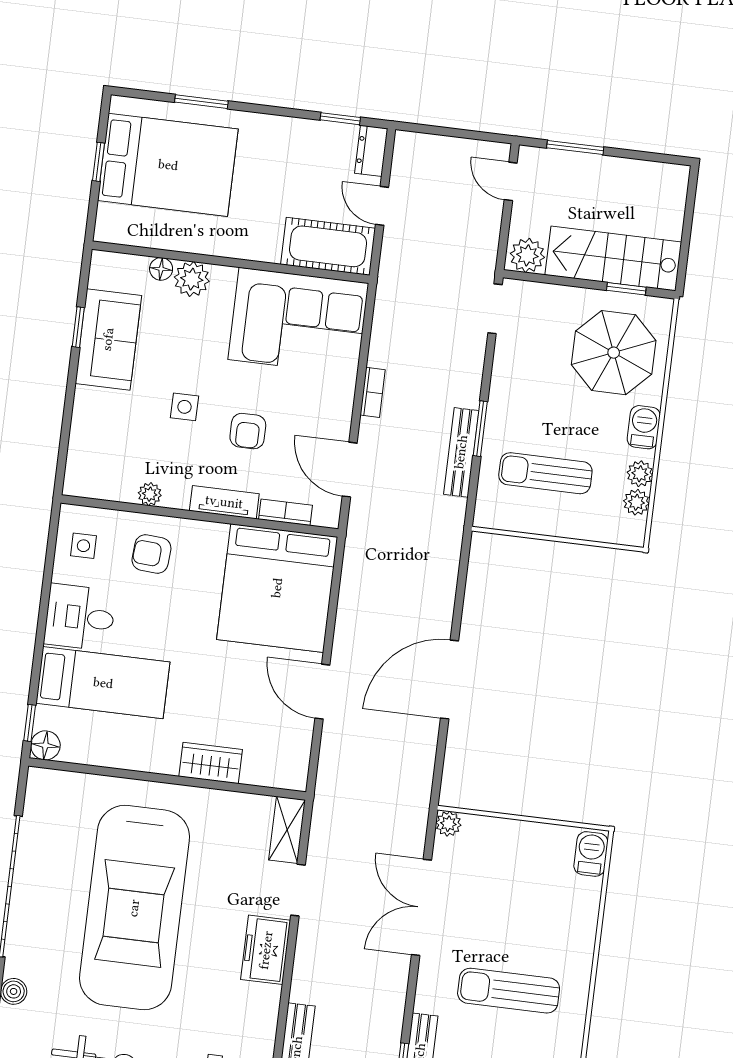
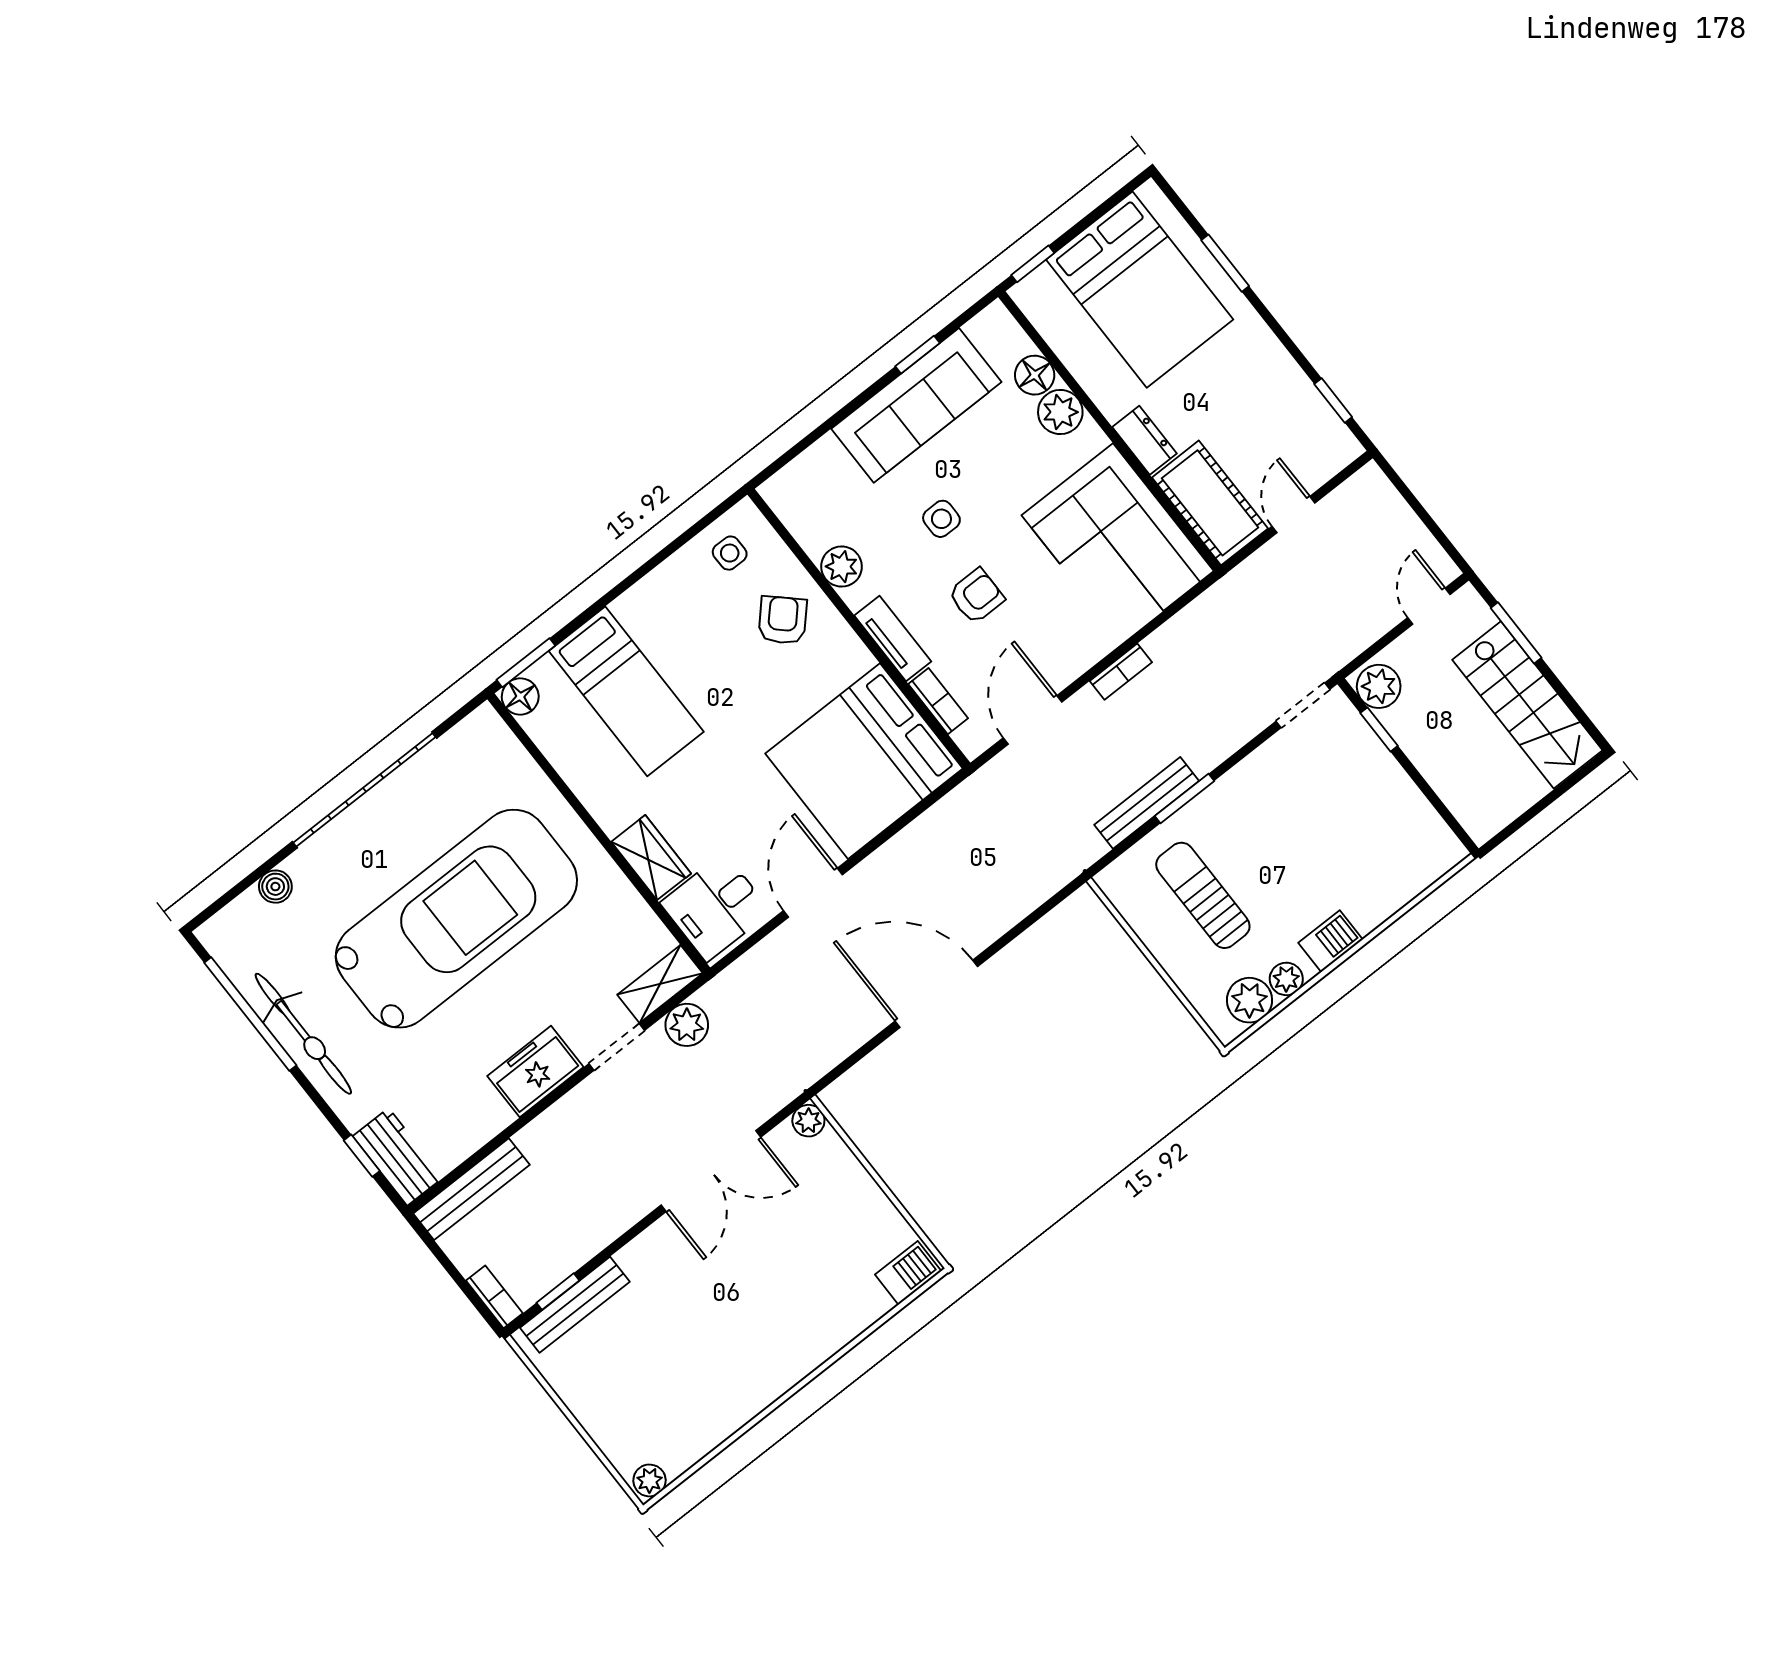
dresser: (371, 151) -> (1145, 440), moved, turned 90
window: (99, 162) -> (1033, 264), moved
stairs: (613, 258) -> (1527, 705), moved, turned 180
floor lamp: (161, 269) -> (1035, 375), width x1.37, depth x1.37
window: (626, 289) -> (1379, 729), moved
sofa: (108, 339) -> (916, 405), width x1.36
parasol: (614, 353) -> (1370, 848), removed
armchair: (248, 431) -> (976, 596), turned 180
plant: (150, 494) -> (842, 567), width x1.38, depth x1.38
plant: (636, 502) -> (1249, 1000), width x1.38, depth x1.38
armchair: (151, 554) -> (783, 620), turned 39
desk: (80, 617) -> (716, 907), moved, turned -90
window: (30, 723) -> (526, 663), width x1.50
plant: (325, 838) -> (687, 1025), added
double door: (422, 907) -> (711, 1171), swing flipped
car: (134, 908) -> (456, 919), turned 180
sun lounger: (509, 991) -> (715, 1322), removed

